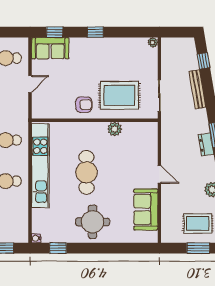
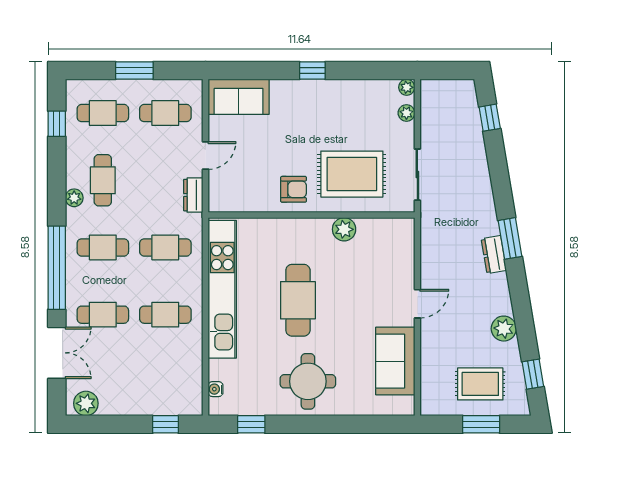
window: (55, 32) -> (246, 71), removed
plant: (153, 58) -> (406, 113), added
bench: (197, 89) -> (480, 164), removed
dresser: (23, 108) -> (193, 195), added
door: (159, 174) -> (417, 304), hinge flipped
water cooler: (36, 238) -> (216, 389), moved

